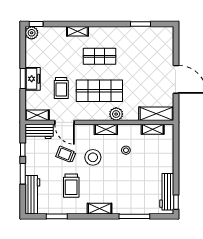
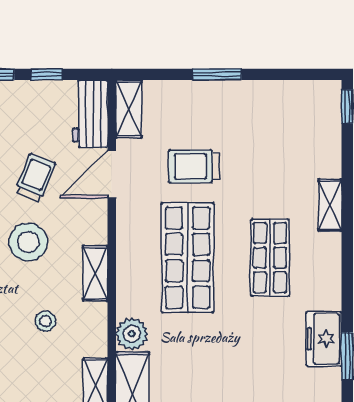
plant: (32, 33) -> (326, 96), removed
freezer: (33, 79) -> (324, 339), moved, turned 90
plant: (116, 114) -> (132, 334), moved

